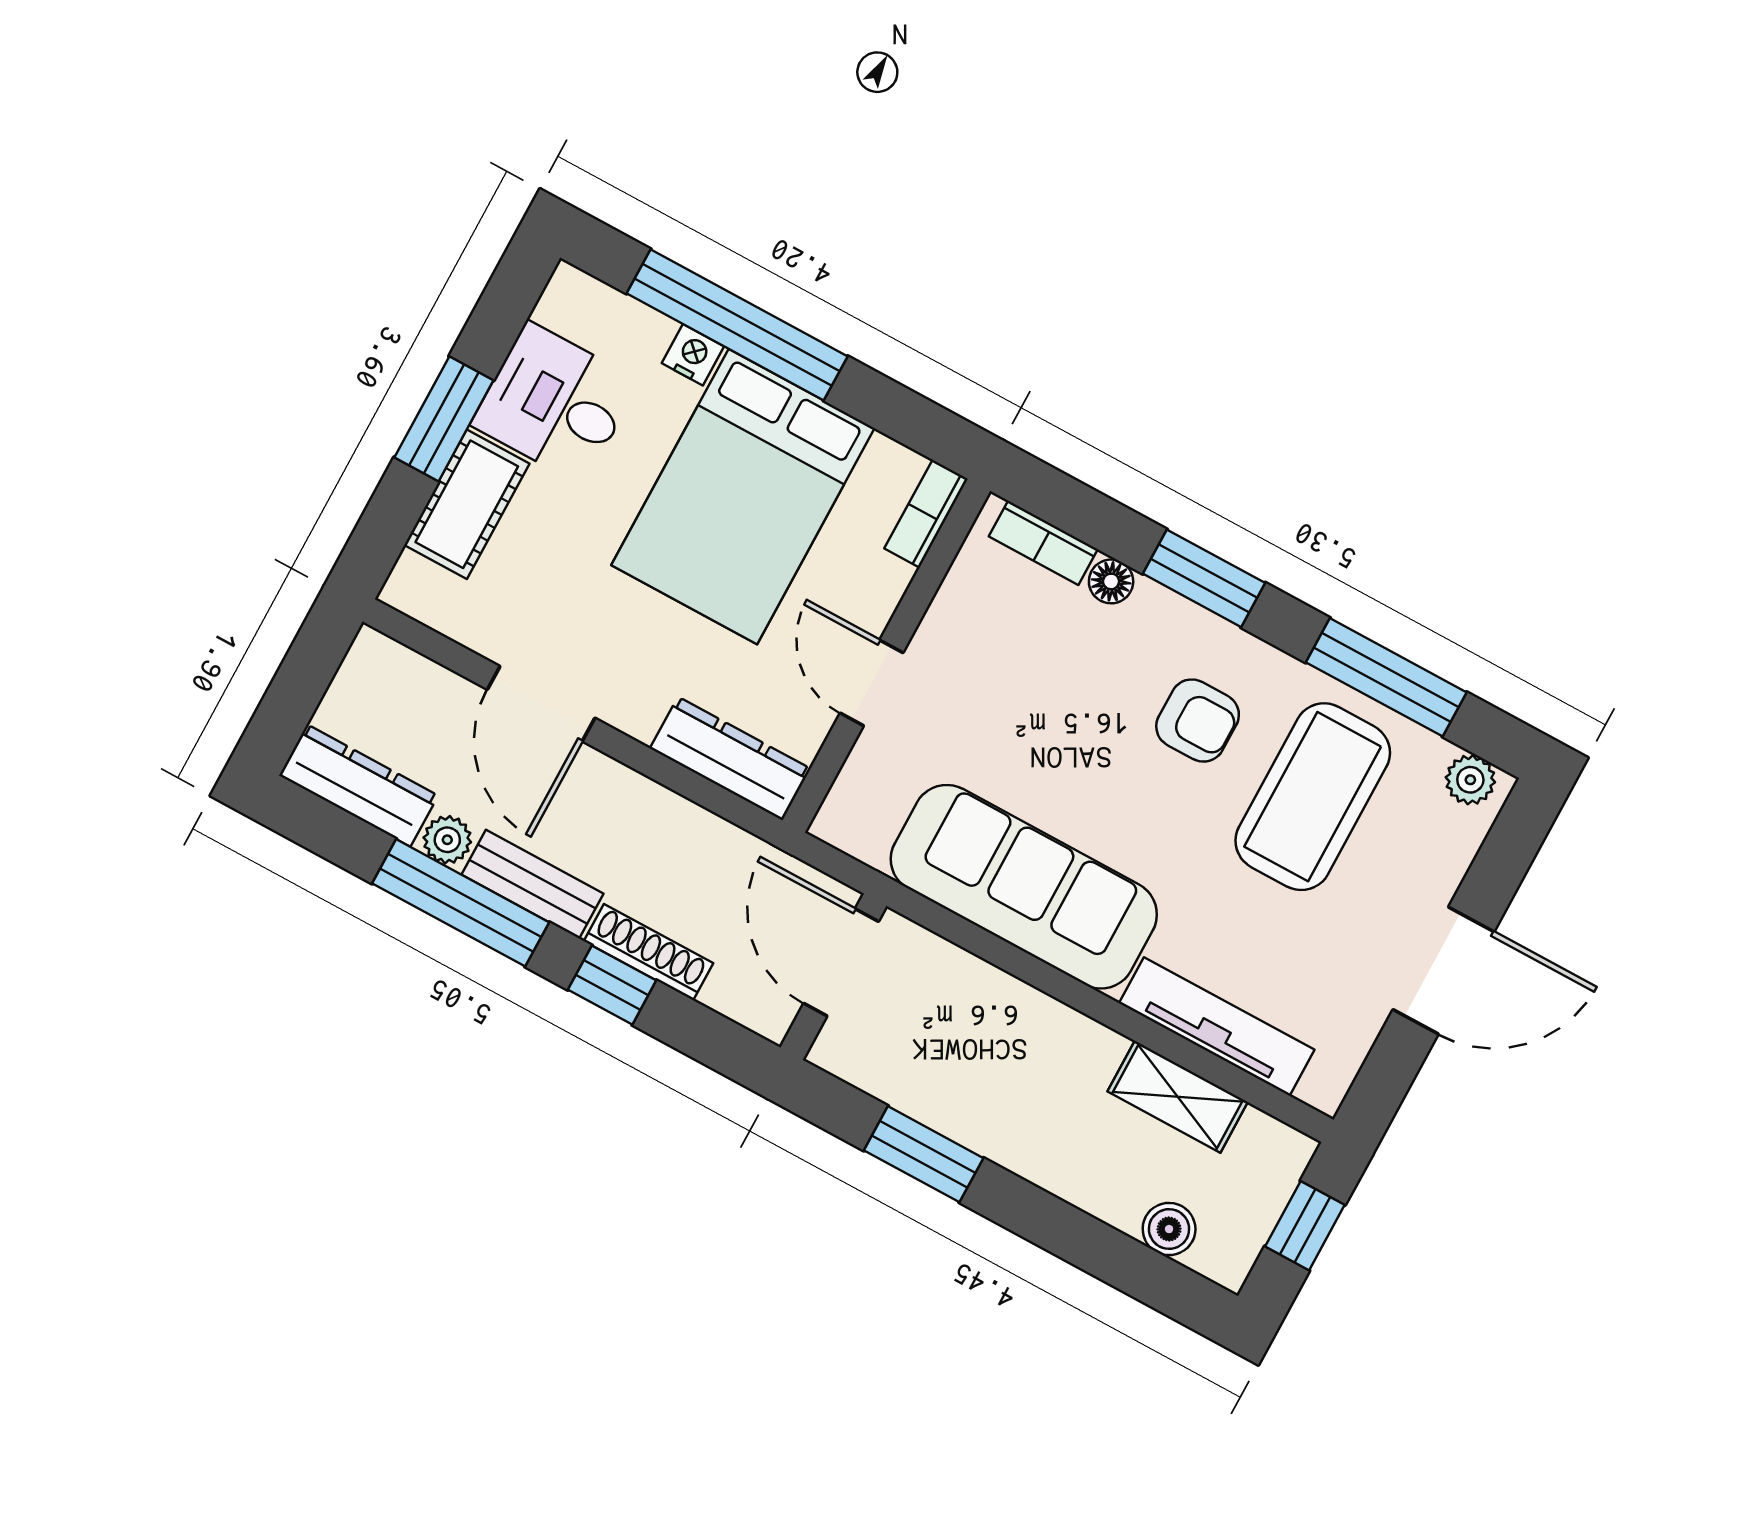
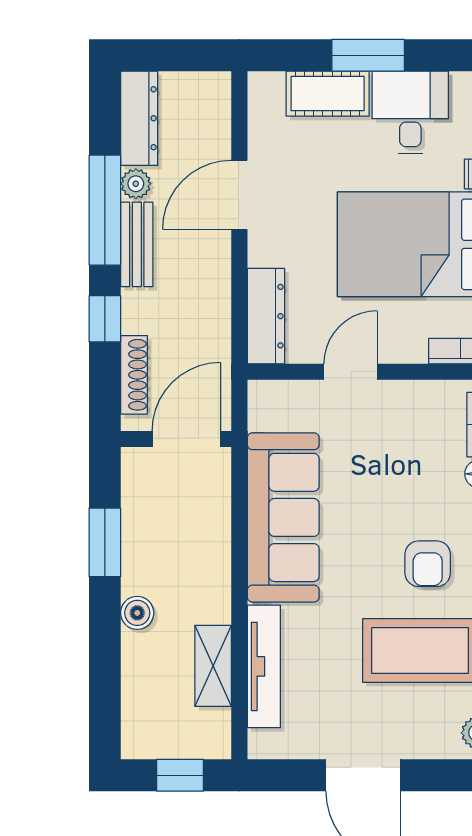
shoe rack: (648, 952) -> (134, 375), moved
boiler: (1169, 1229) -> (137, 613), moved

